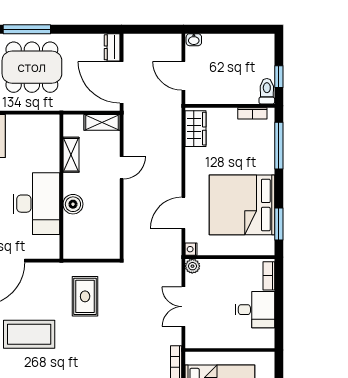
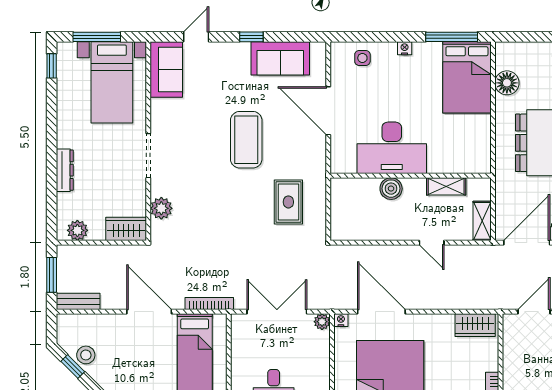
door: (183, 213) -> (381, 312), width x1.36
rug: (85, 296) -> (288, 202), turned 90
double door: (183, 307) -> (277, 312), width x1.37

